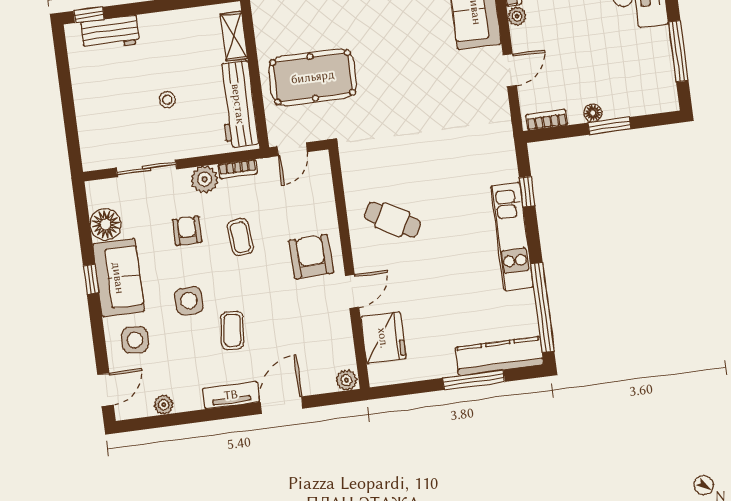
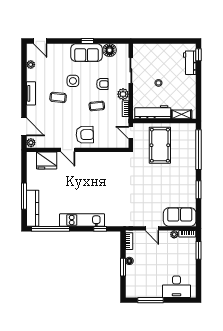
cafe table: (392, 220) -> (96, 171), removed
side table: (135, 340) -> (59, 56), removed
door: (282, 405) -> (24, 127), moved

